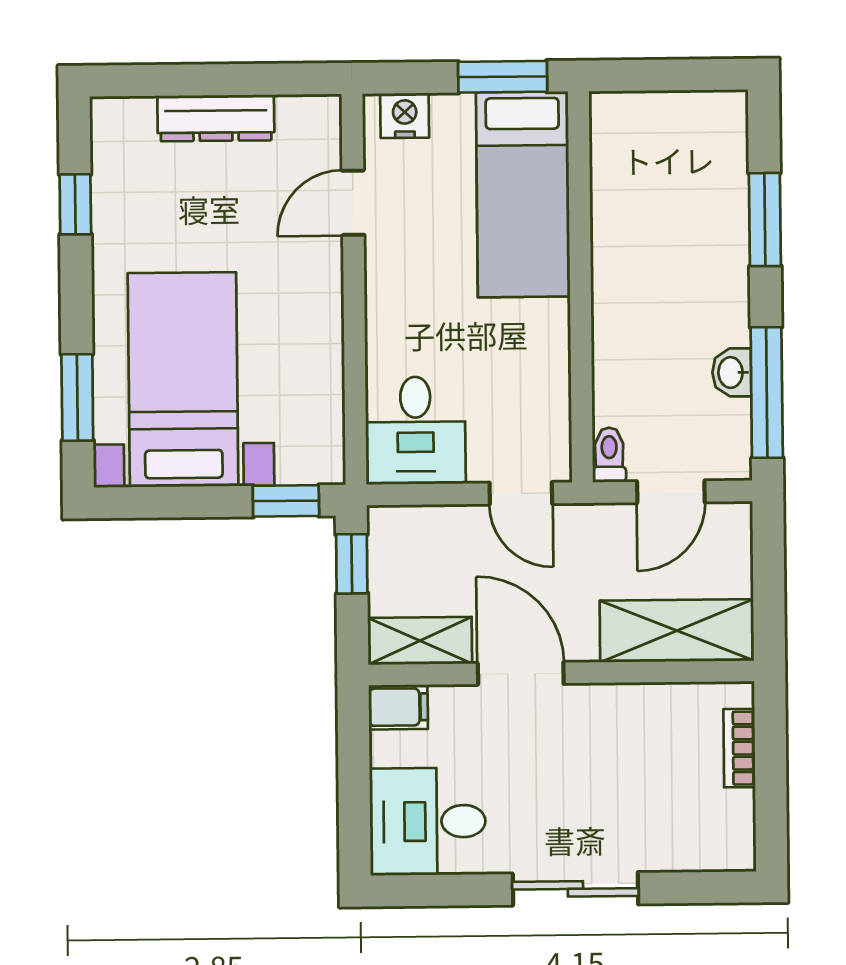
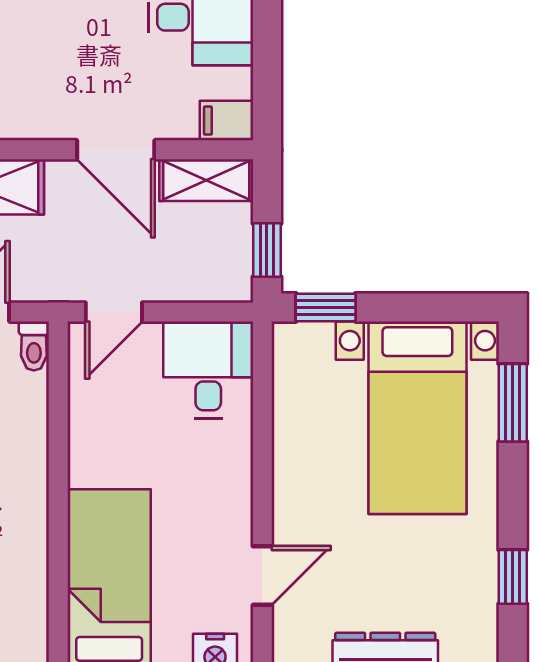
door: (521, 493) -> (114, 312), swing flipped

